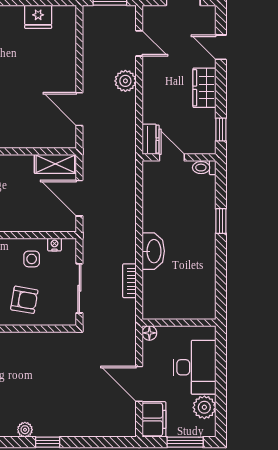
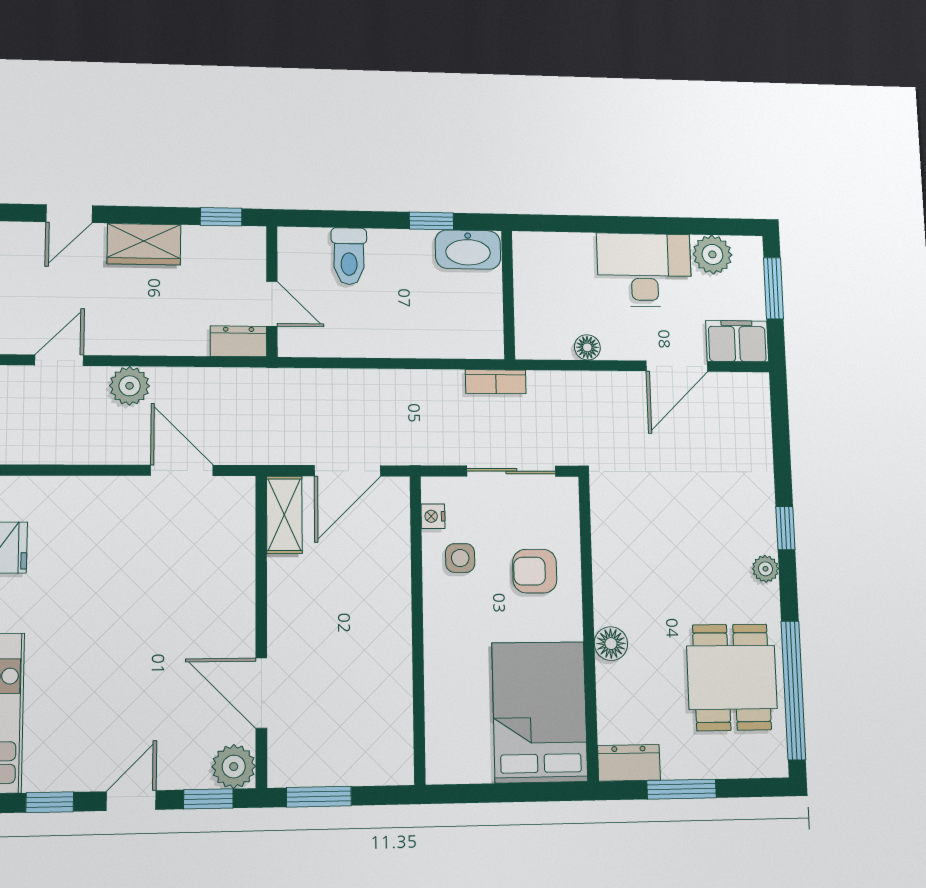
door: (79, 109) -> (182, 470), swing flipped
door: (172, 157) -> (272, 304), swing flipped
toilet: (204, 168) -> (349, 256), moved, width x1.37, depth x1.39
window: (221, 221) -> (431, 221), moved
washbasin: (153, 251) -> (468, 250), moved, turned 180
armchair: (24, 300) -> (535, 571), turned -100
wall: (179, 323) -> (508, 295), moved

